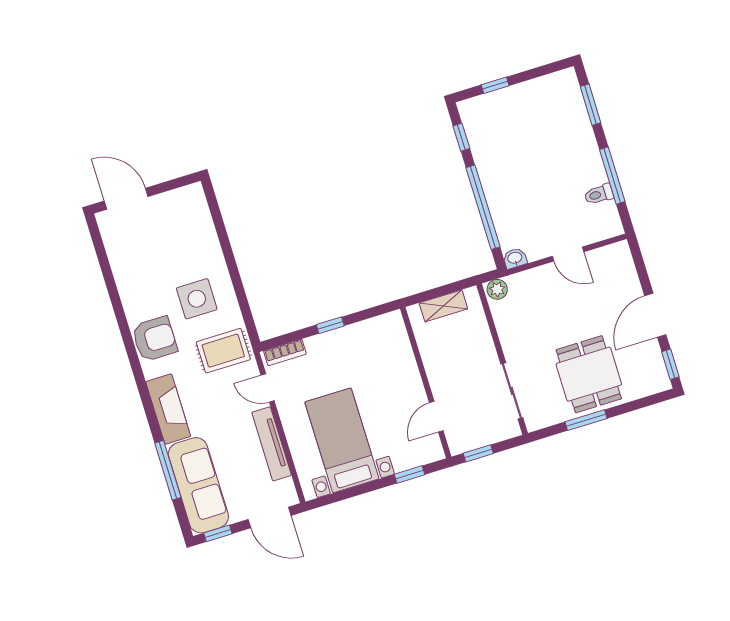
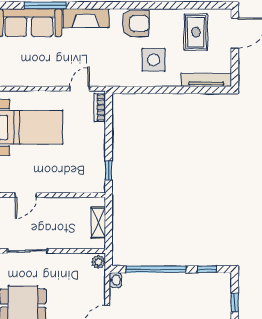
window: (330, 325) -> (109, 170), moved
armchair: (154, 339) -> (136, 23), turned -90
rug: (223, 351) -> (196, 32), moved
door: (436, 417) -> (26, 195), swing flipped
tv unit: (272, 444) -> (206, 80), moved

